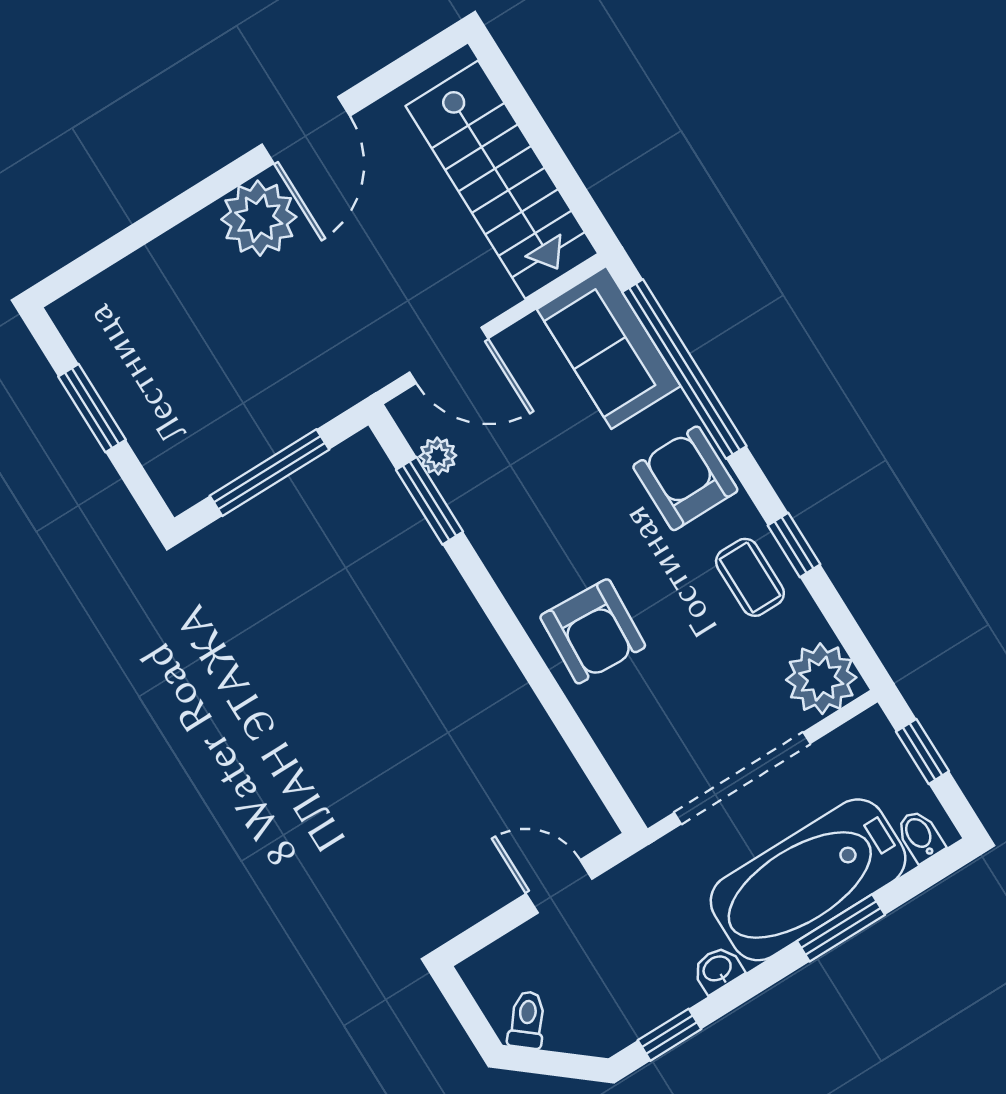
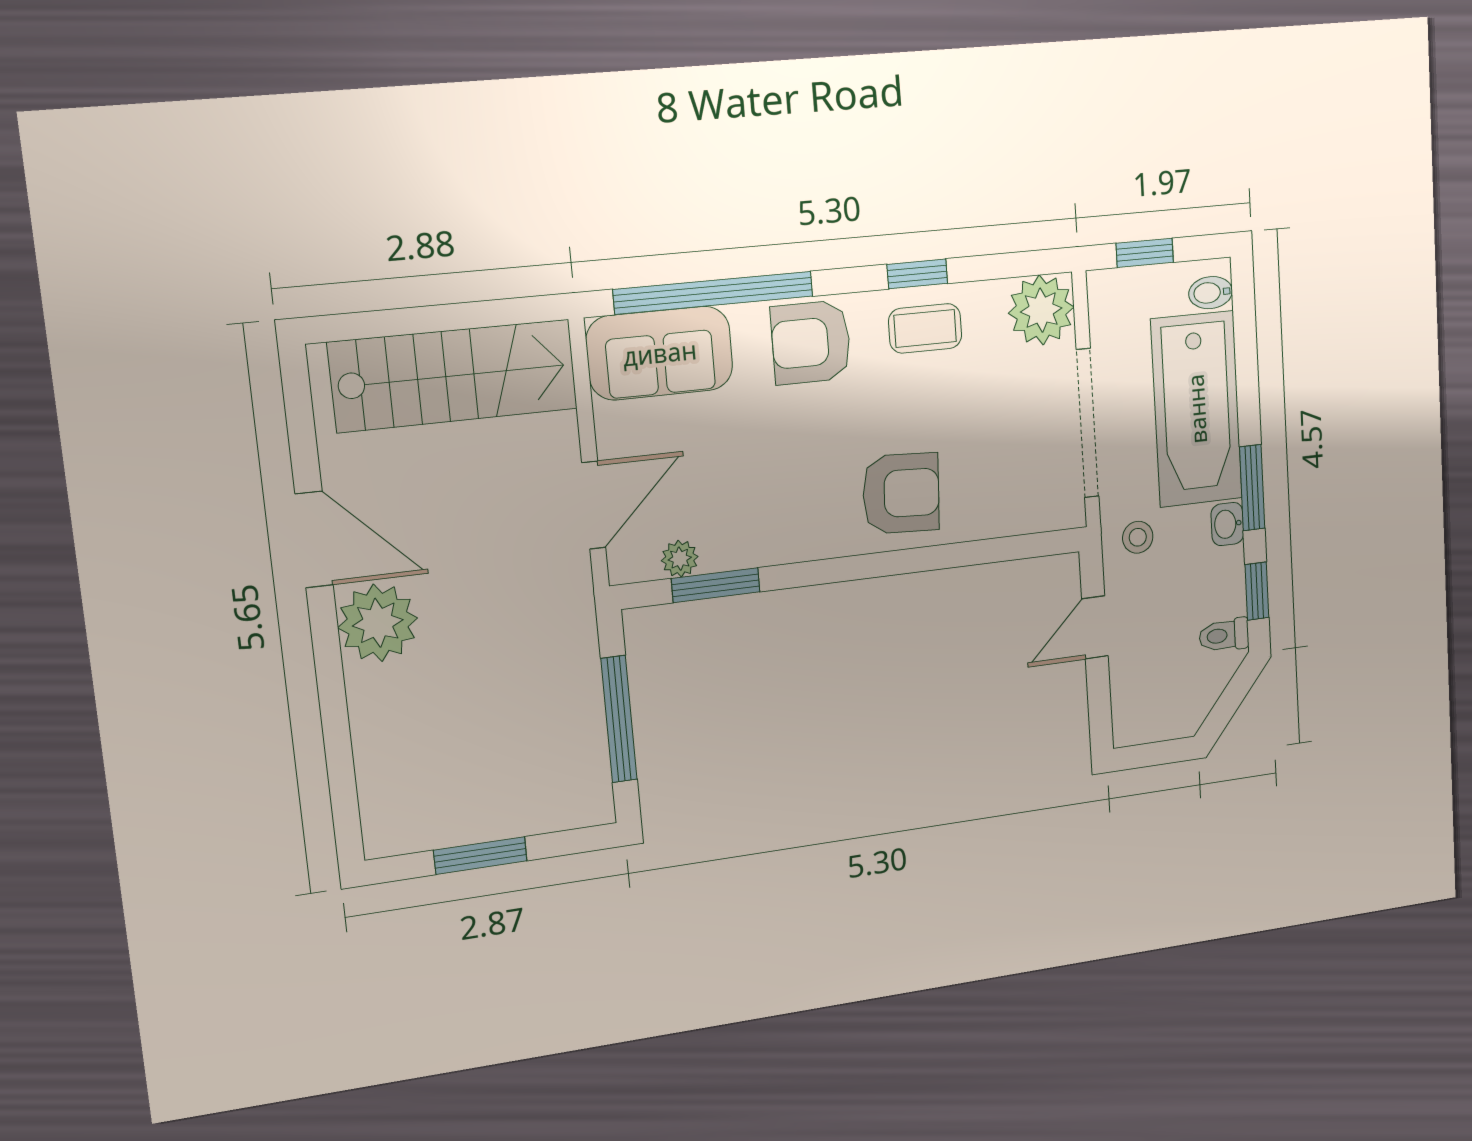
stool: (662, 884) -> (1138, 537), added
window: (841, 928) -> (1252, 488), moved
toilet: (527, 1020) -> (1224, 635), moved, turned -39

